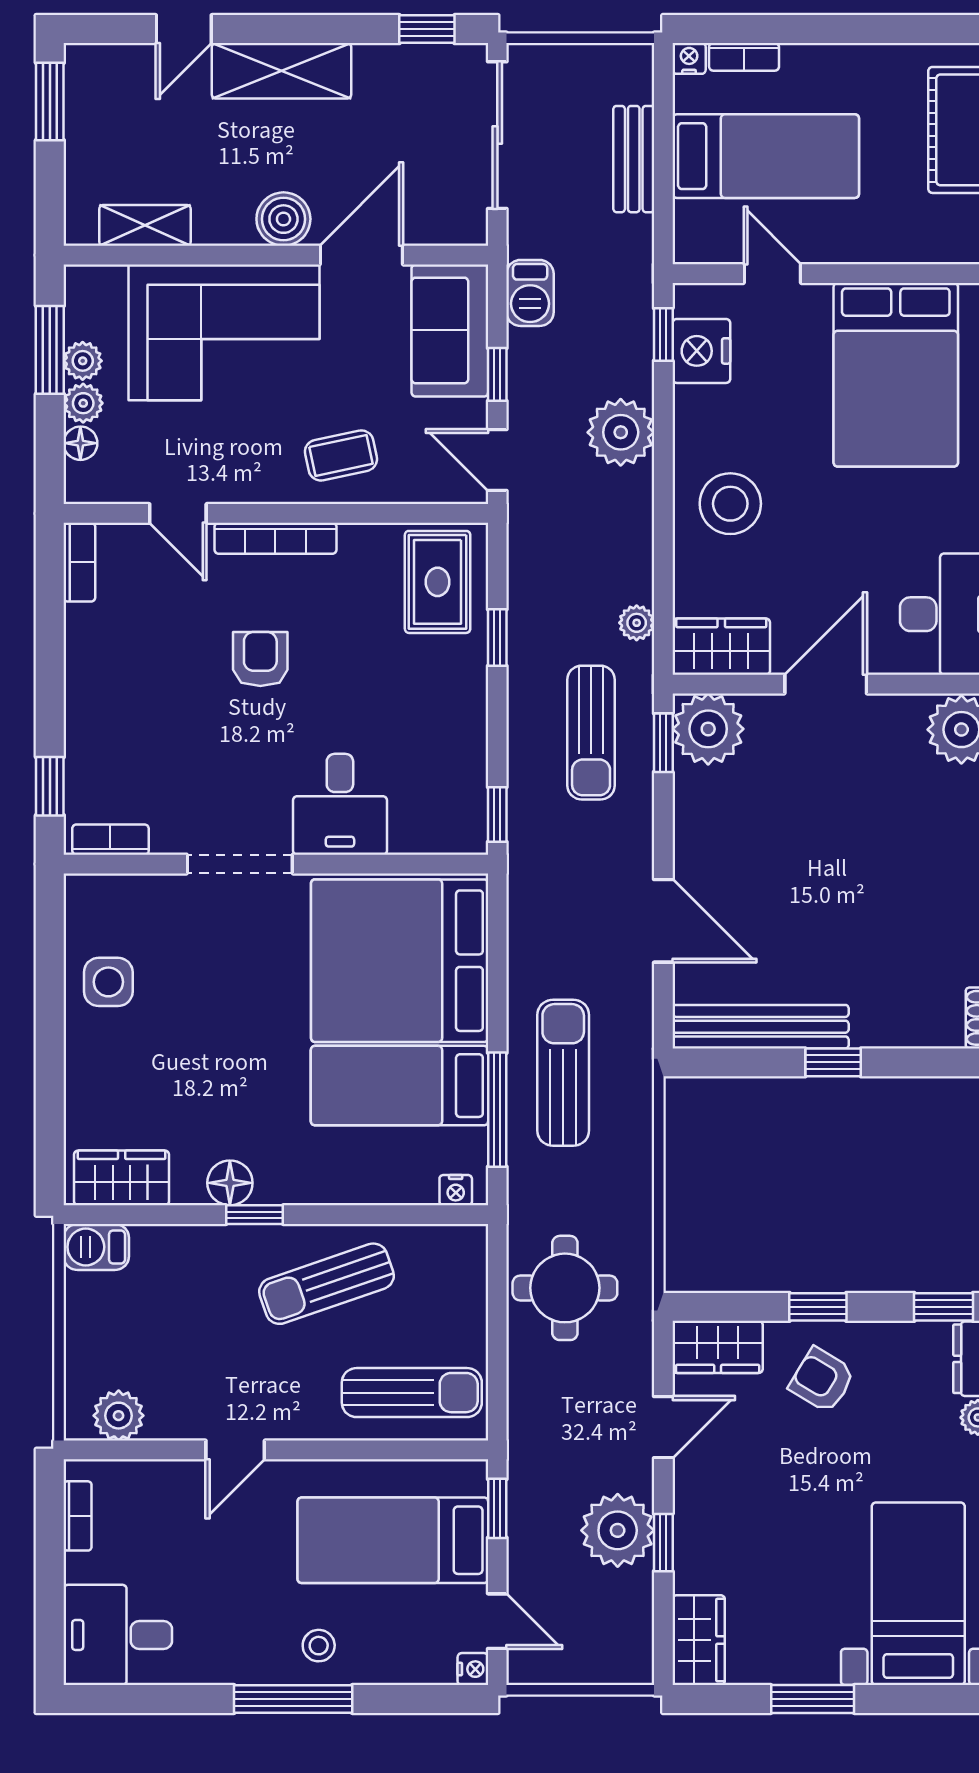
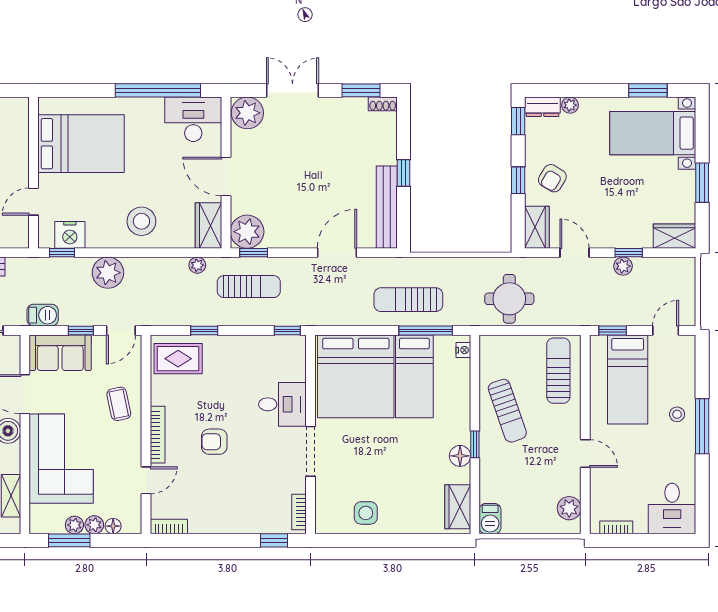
plant: (618, 1530) -> (623, 266), width x0.53, depth x0.53
nightstand: (473, 1669) -> (688, 342), removed

